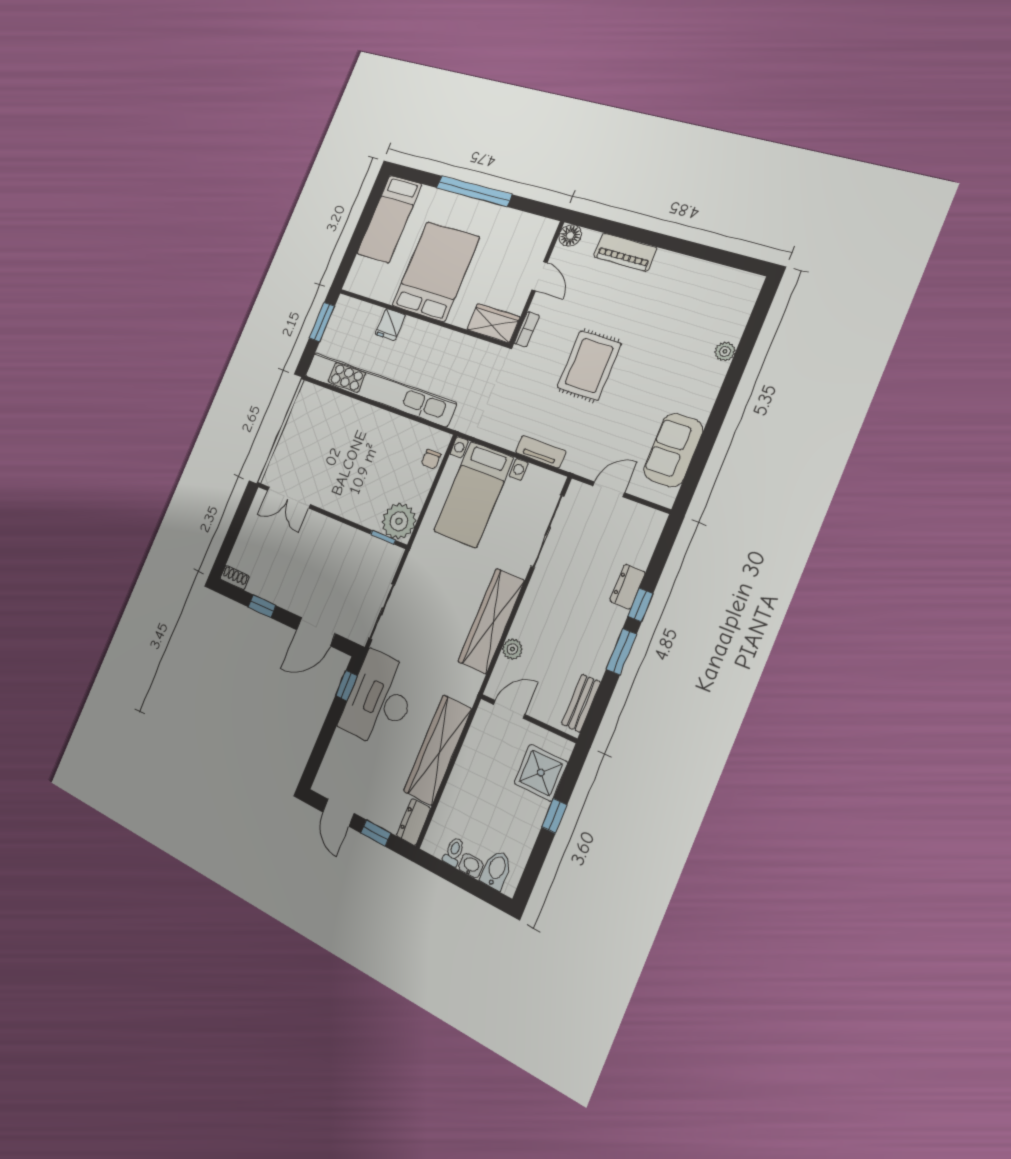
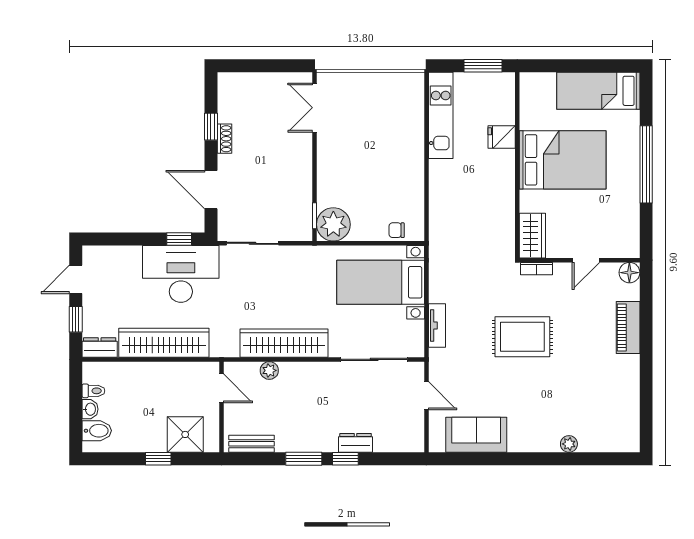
kitchen unit: (379, 389) -> (441, 115), width x0.54
shoe rack: (235, 577) -> (224, 139), moved

